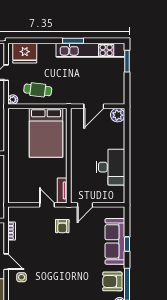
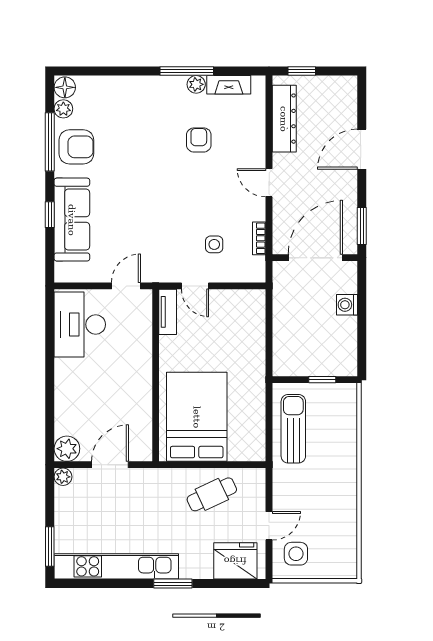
window: (73, 41) -> (173, 584), moved
cafe table: (38, 90) -> (212, 494), turned -32
plant: (13, 100) -> (63, 477), moved
desk: (111, 167) -> (80, 324), moved
armchair: (62, 226) -> (199, 140), moved
side table: (22, 277) -> (214, 244), moved

